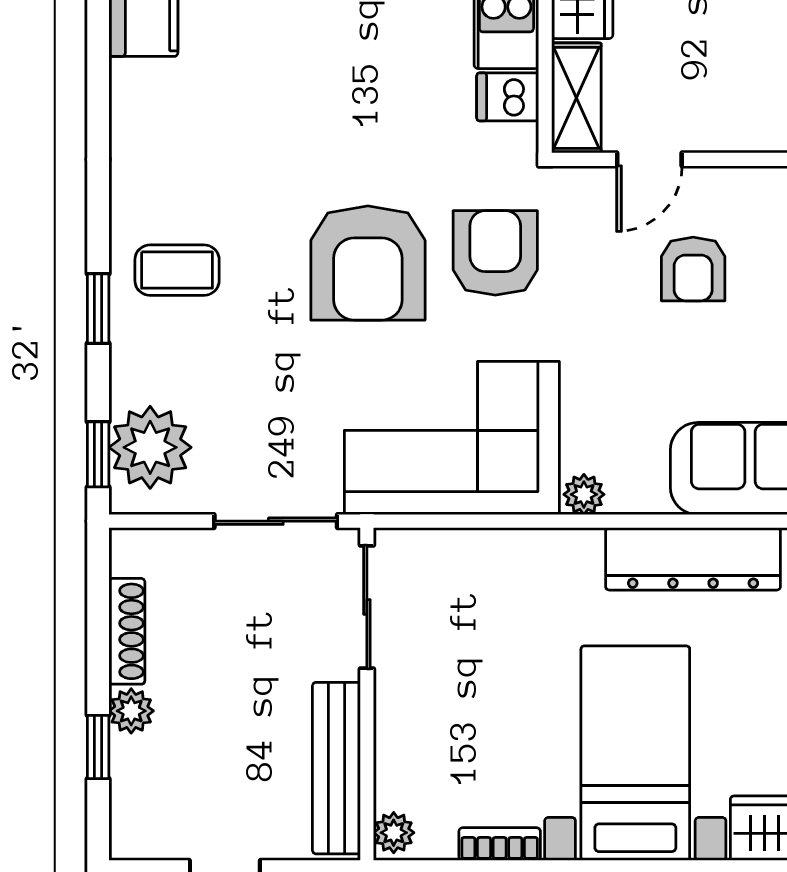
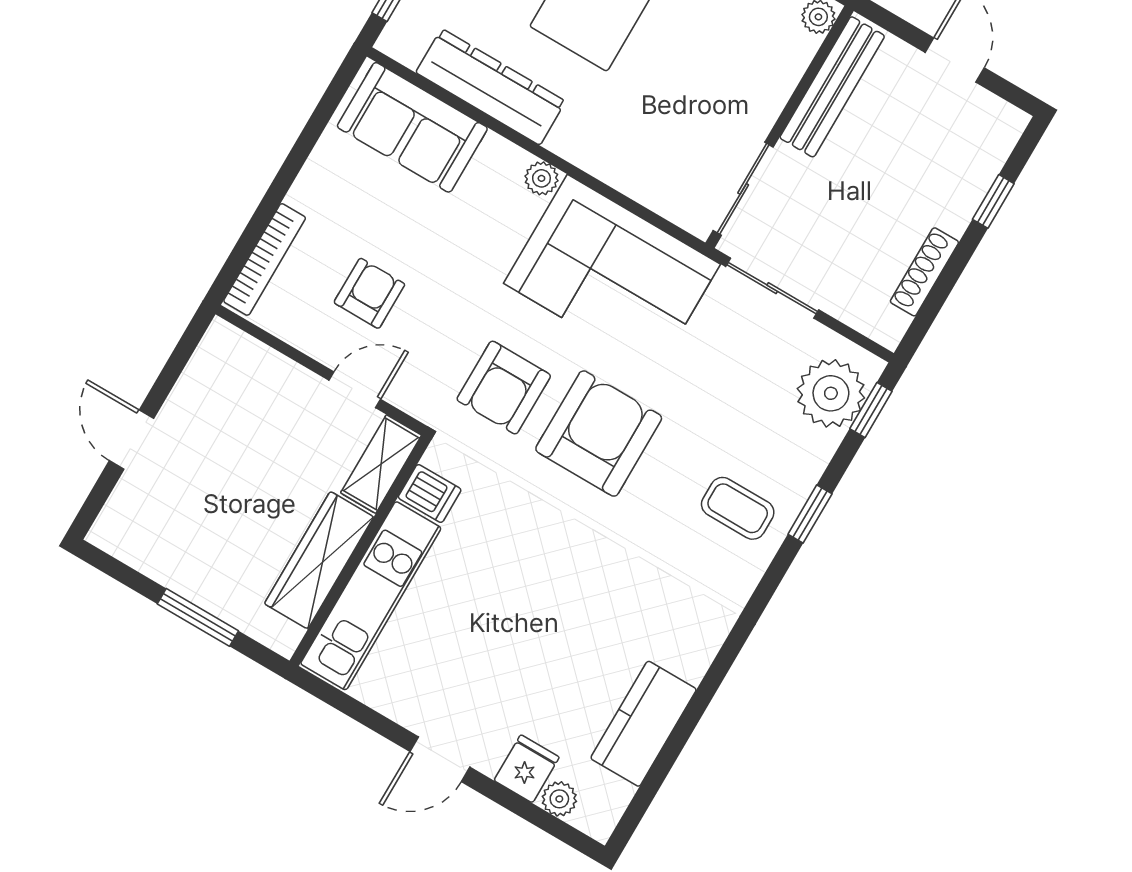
plant: (131, 711) -> (955, 213), removed

